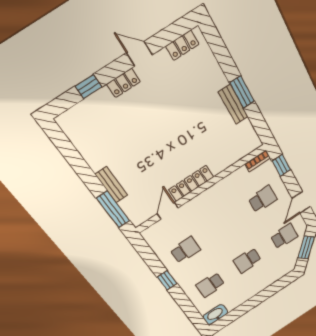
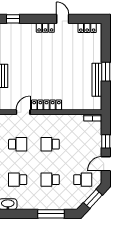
window: (88, 87) -> (13, 19), moved
bench: (233, 104) -> (97, 80), width x1.36
window: (281, 165) -> (106, 141), moved
school desk: (263, 199) -> (50, 144), moved, turned 180
window: (269, 292) -> (51, 214), added

